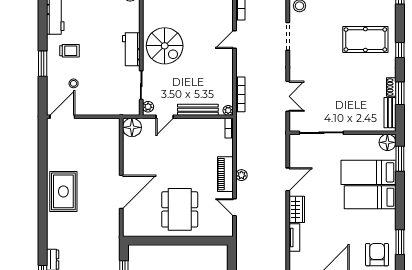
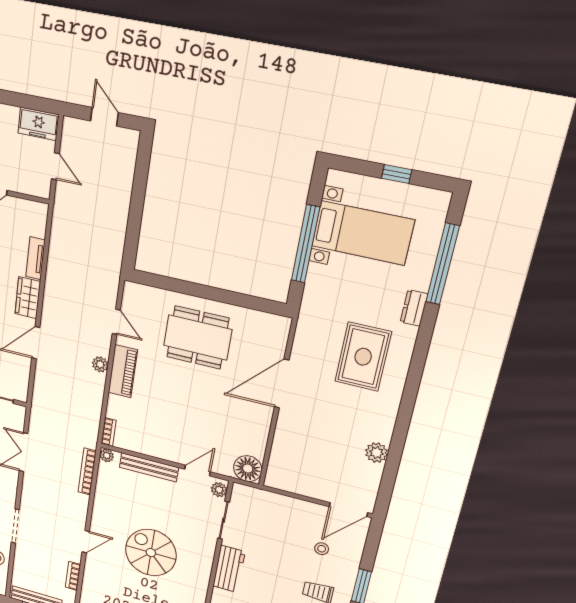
spiral stairs: (165, 46) -> (151, 553), moved
plant: (54, 161) -> (376, 453), added
rug: (63, 191) -> (363, 357), moved
dining table: (180, 209) -> (198, 338), turned 90

